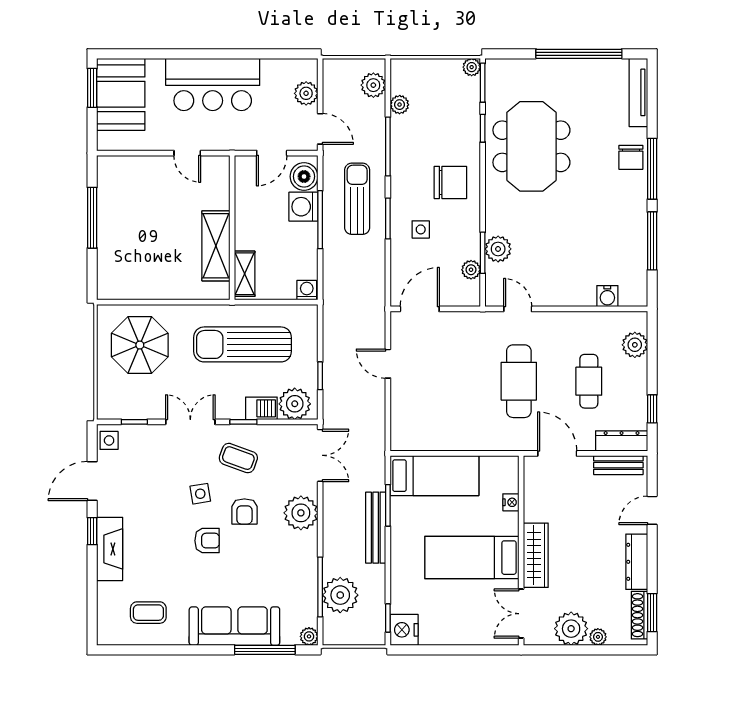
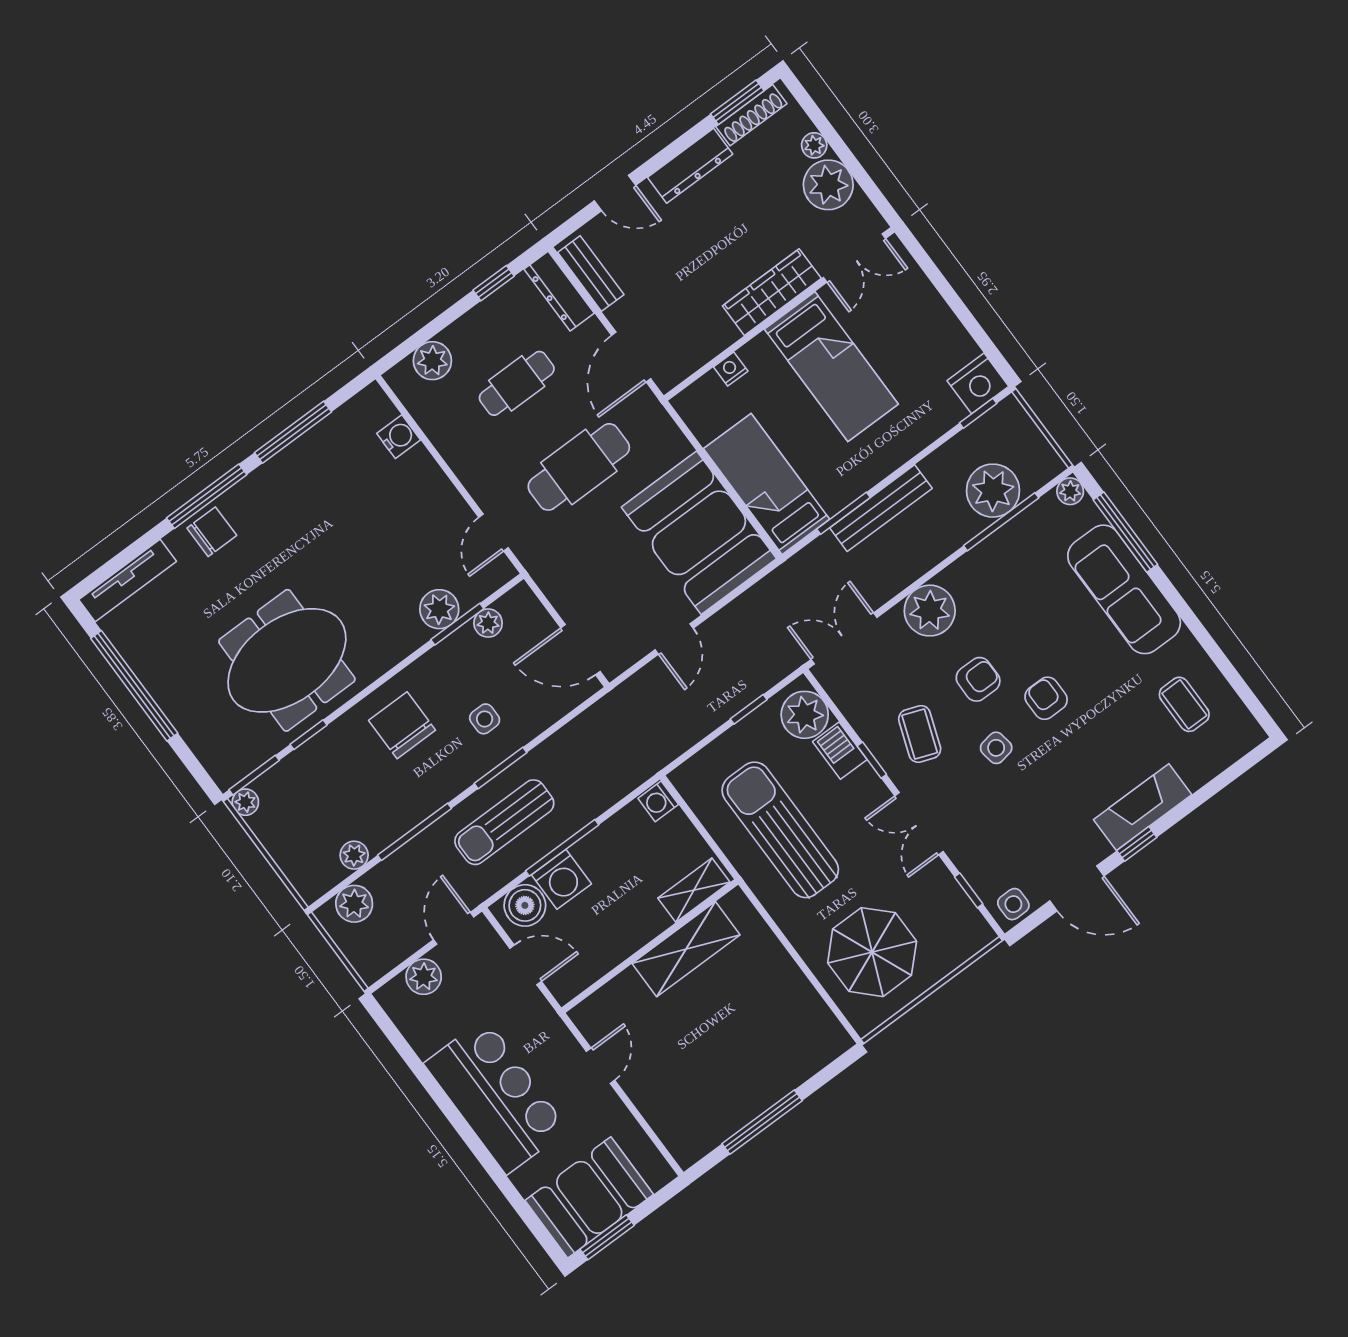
sun lounger: (243, 344) -> (780, 830), turned 180
booth: (435, 420) -> (699, 533), added

